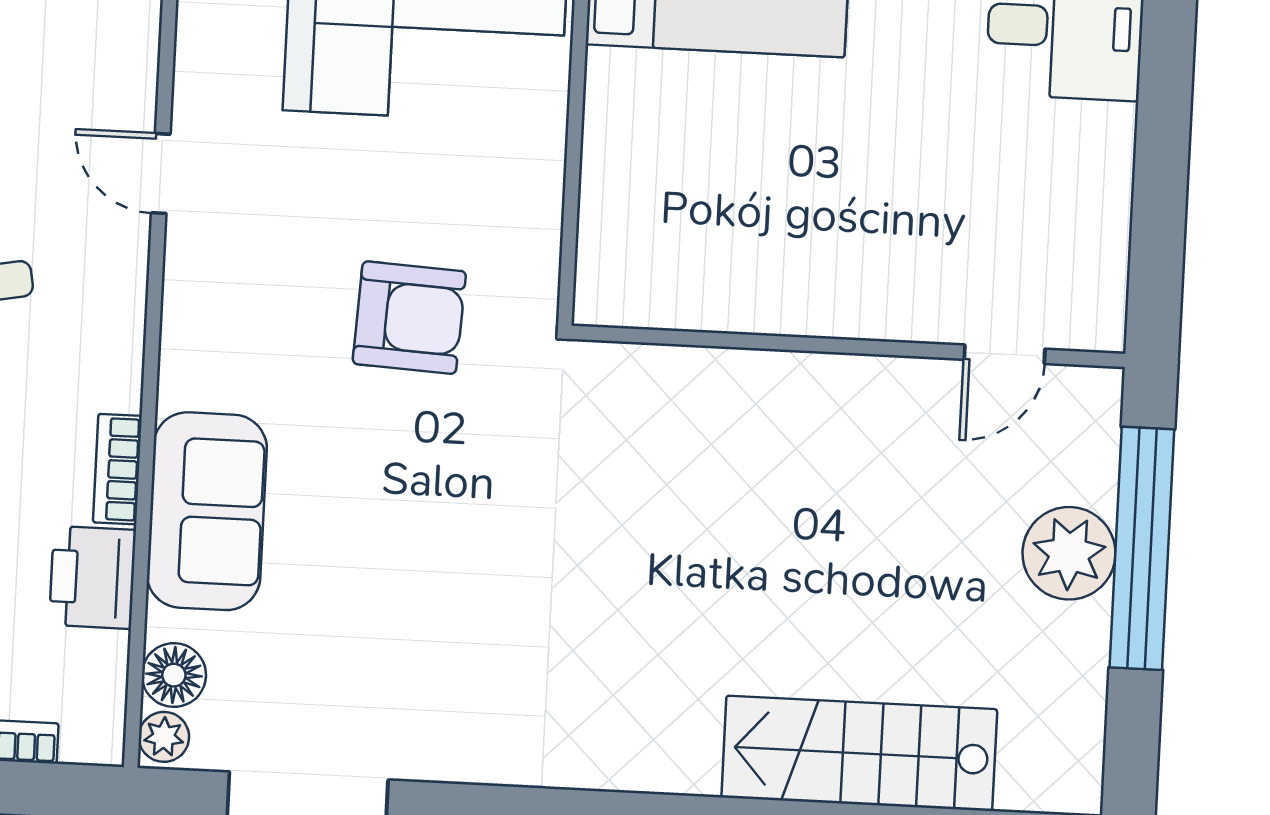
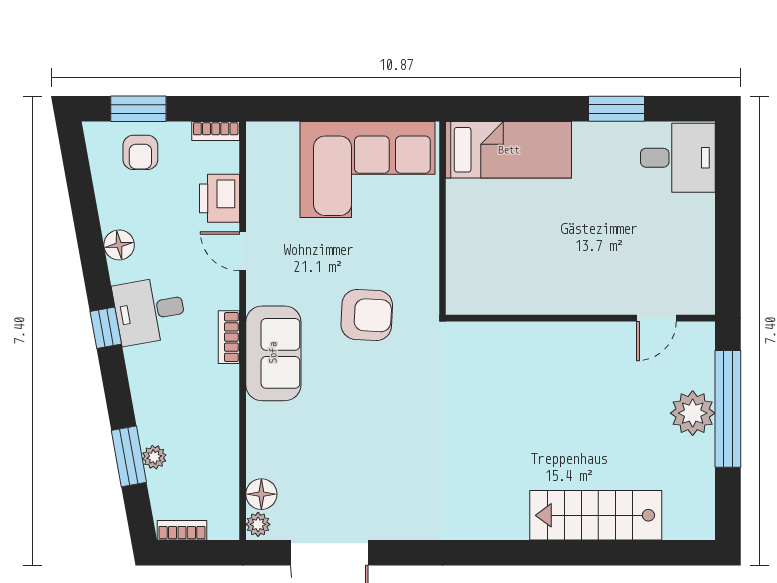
bookcase: (117, 469) -> (229, 337), moved
sofa: (207, 511) -> (273, 353), moved
printer: (93, 577) -> (220, 198), moved

